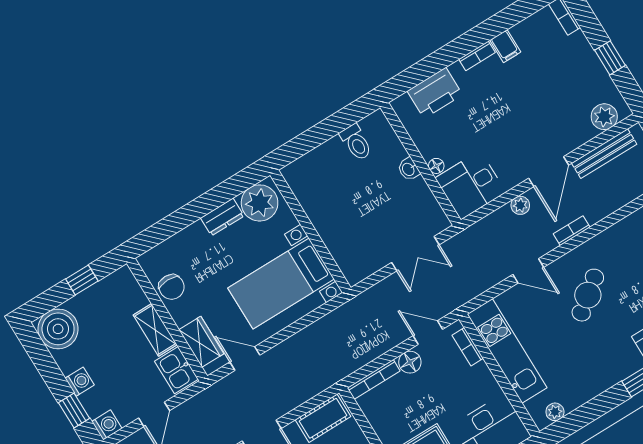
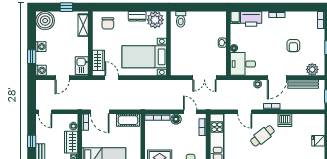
filing cabinet: (505, 46) -> (235, 18), moved
armchair: (543, 94) -> (293, 46), added
toilet: (356, 142) -> (181, 19), moved
dishwasher: (611, 241) -> (285, 120), added
chair: (172, 287) -> (108, 23), moved
shelving: (155, 330) -> (83, 25), moved

